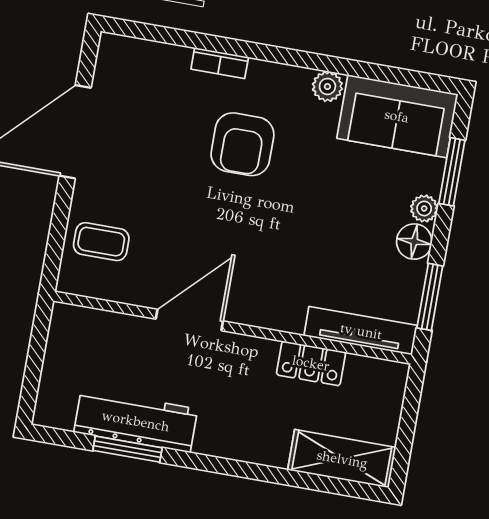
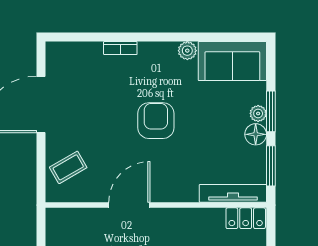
armchair: (242, 144) -> (156, 121), moved, turned 180
window: (452, 172) -> (271, 111), moved
coffee table: (101, 242) -> (68, 167), turned -30
locker: (311, 363) -> (246, 218), moved

